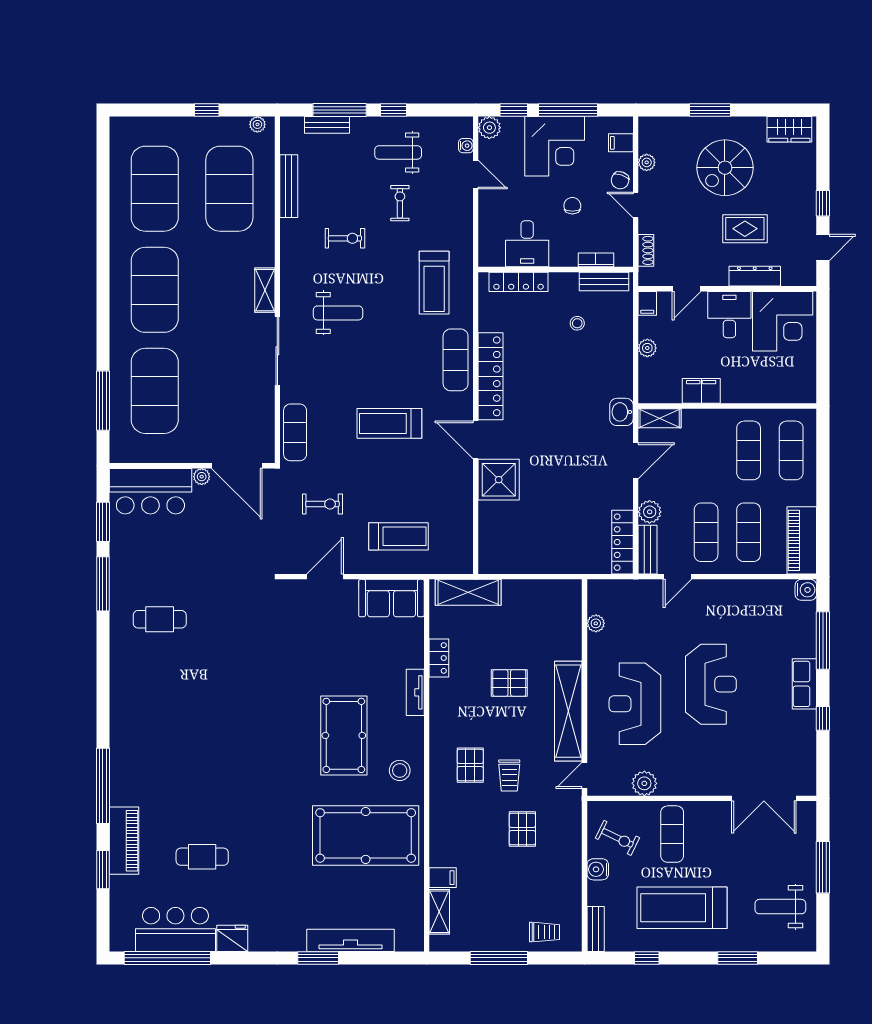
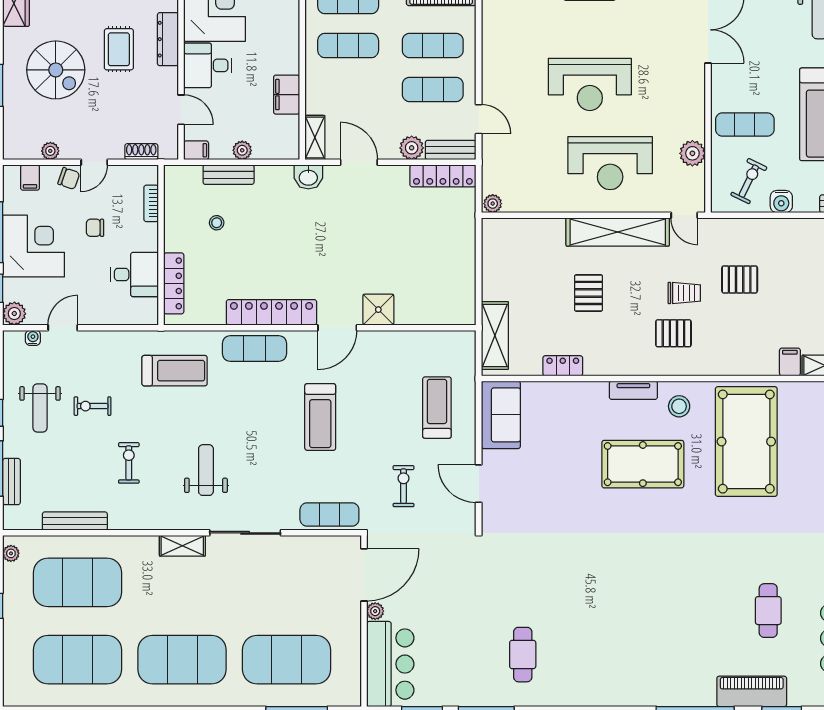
bench: (604, 282) -> (229, 175), moved, turned 90
shower: (499, 480) -> (378, 310), width x0.73, depth x0.73
plant: (596, 623) -> (493, 204), moved
reception desk: (711, 684) -> (590, 84), turned 180
tv unit: (415, 692) -> (633, 390), moved

